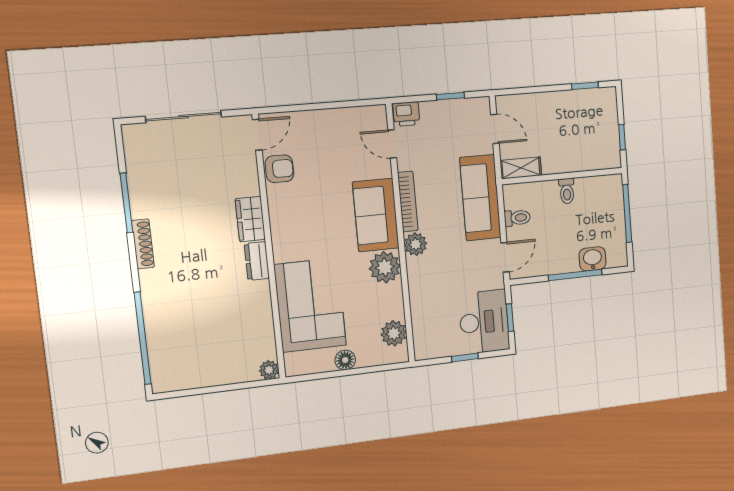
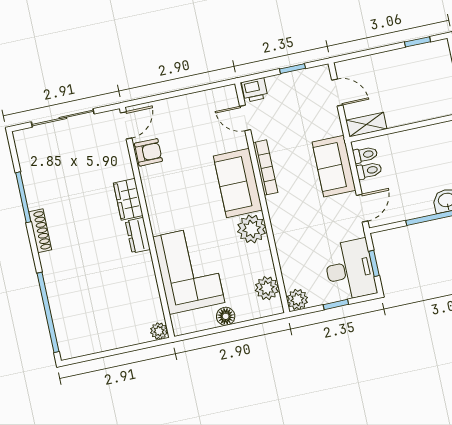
toilet: (567, 191) -> (365, 155), moved, turned -90
sofa: (480, 198) -> (334, 166), width x0.73
plant: (416, 244) -> (297, 299), moved

